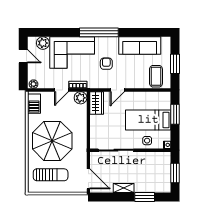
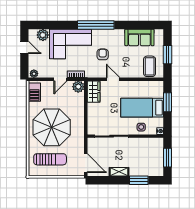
sofa: (140, 46) -> (139, 37), width x0.73
door: (117, 90) -> (113, 79), swing flipped

